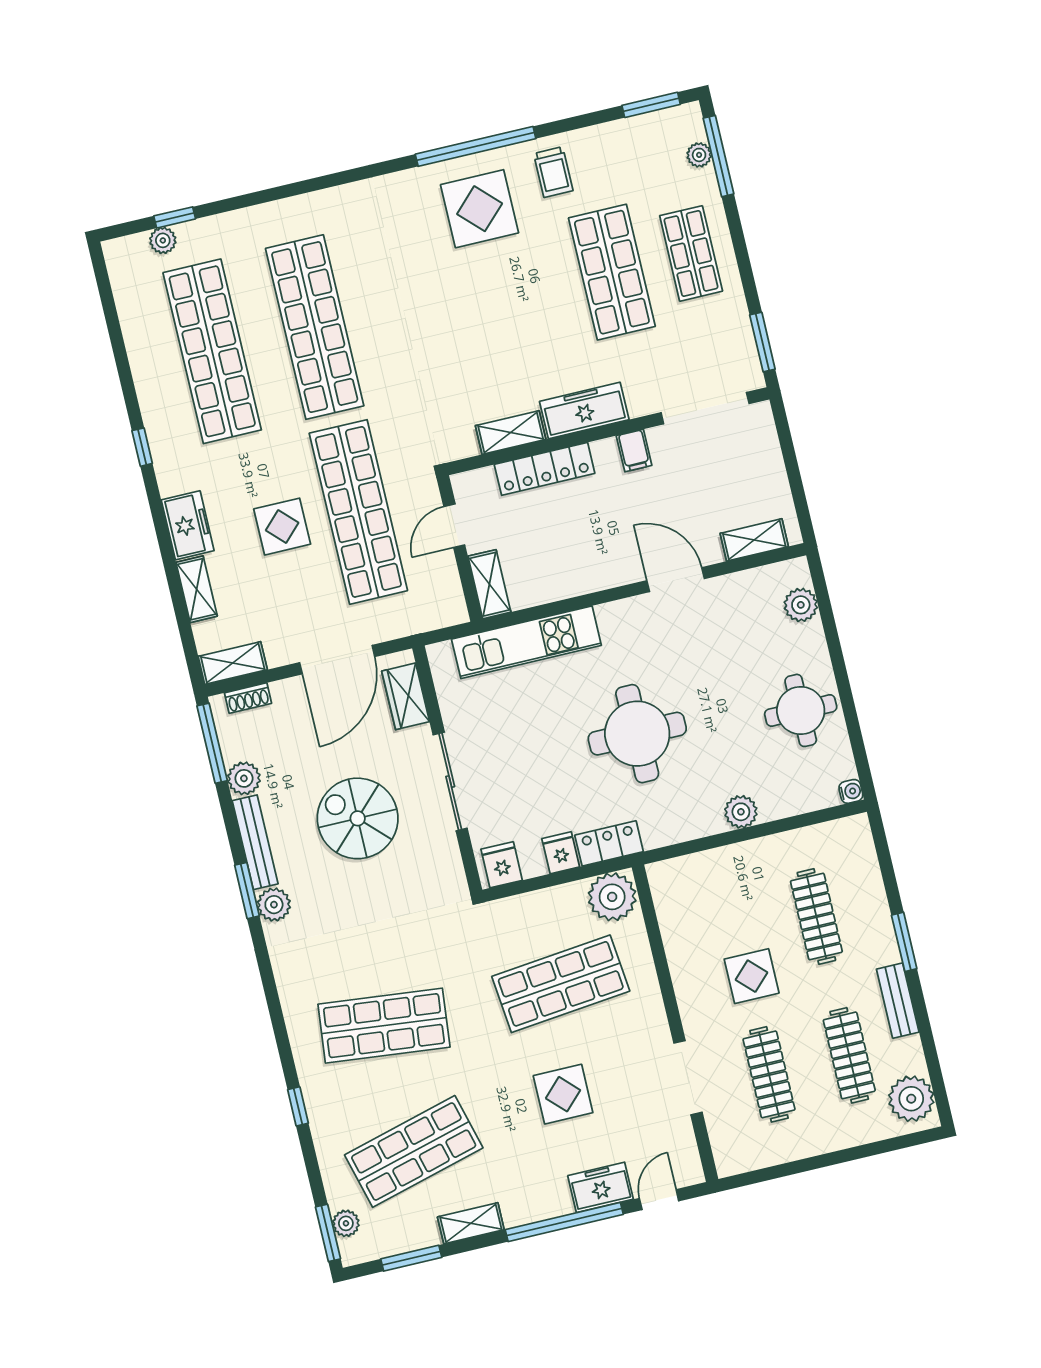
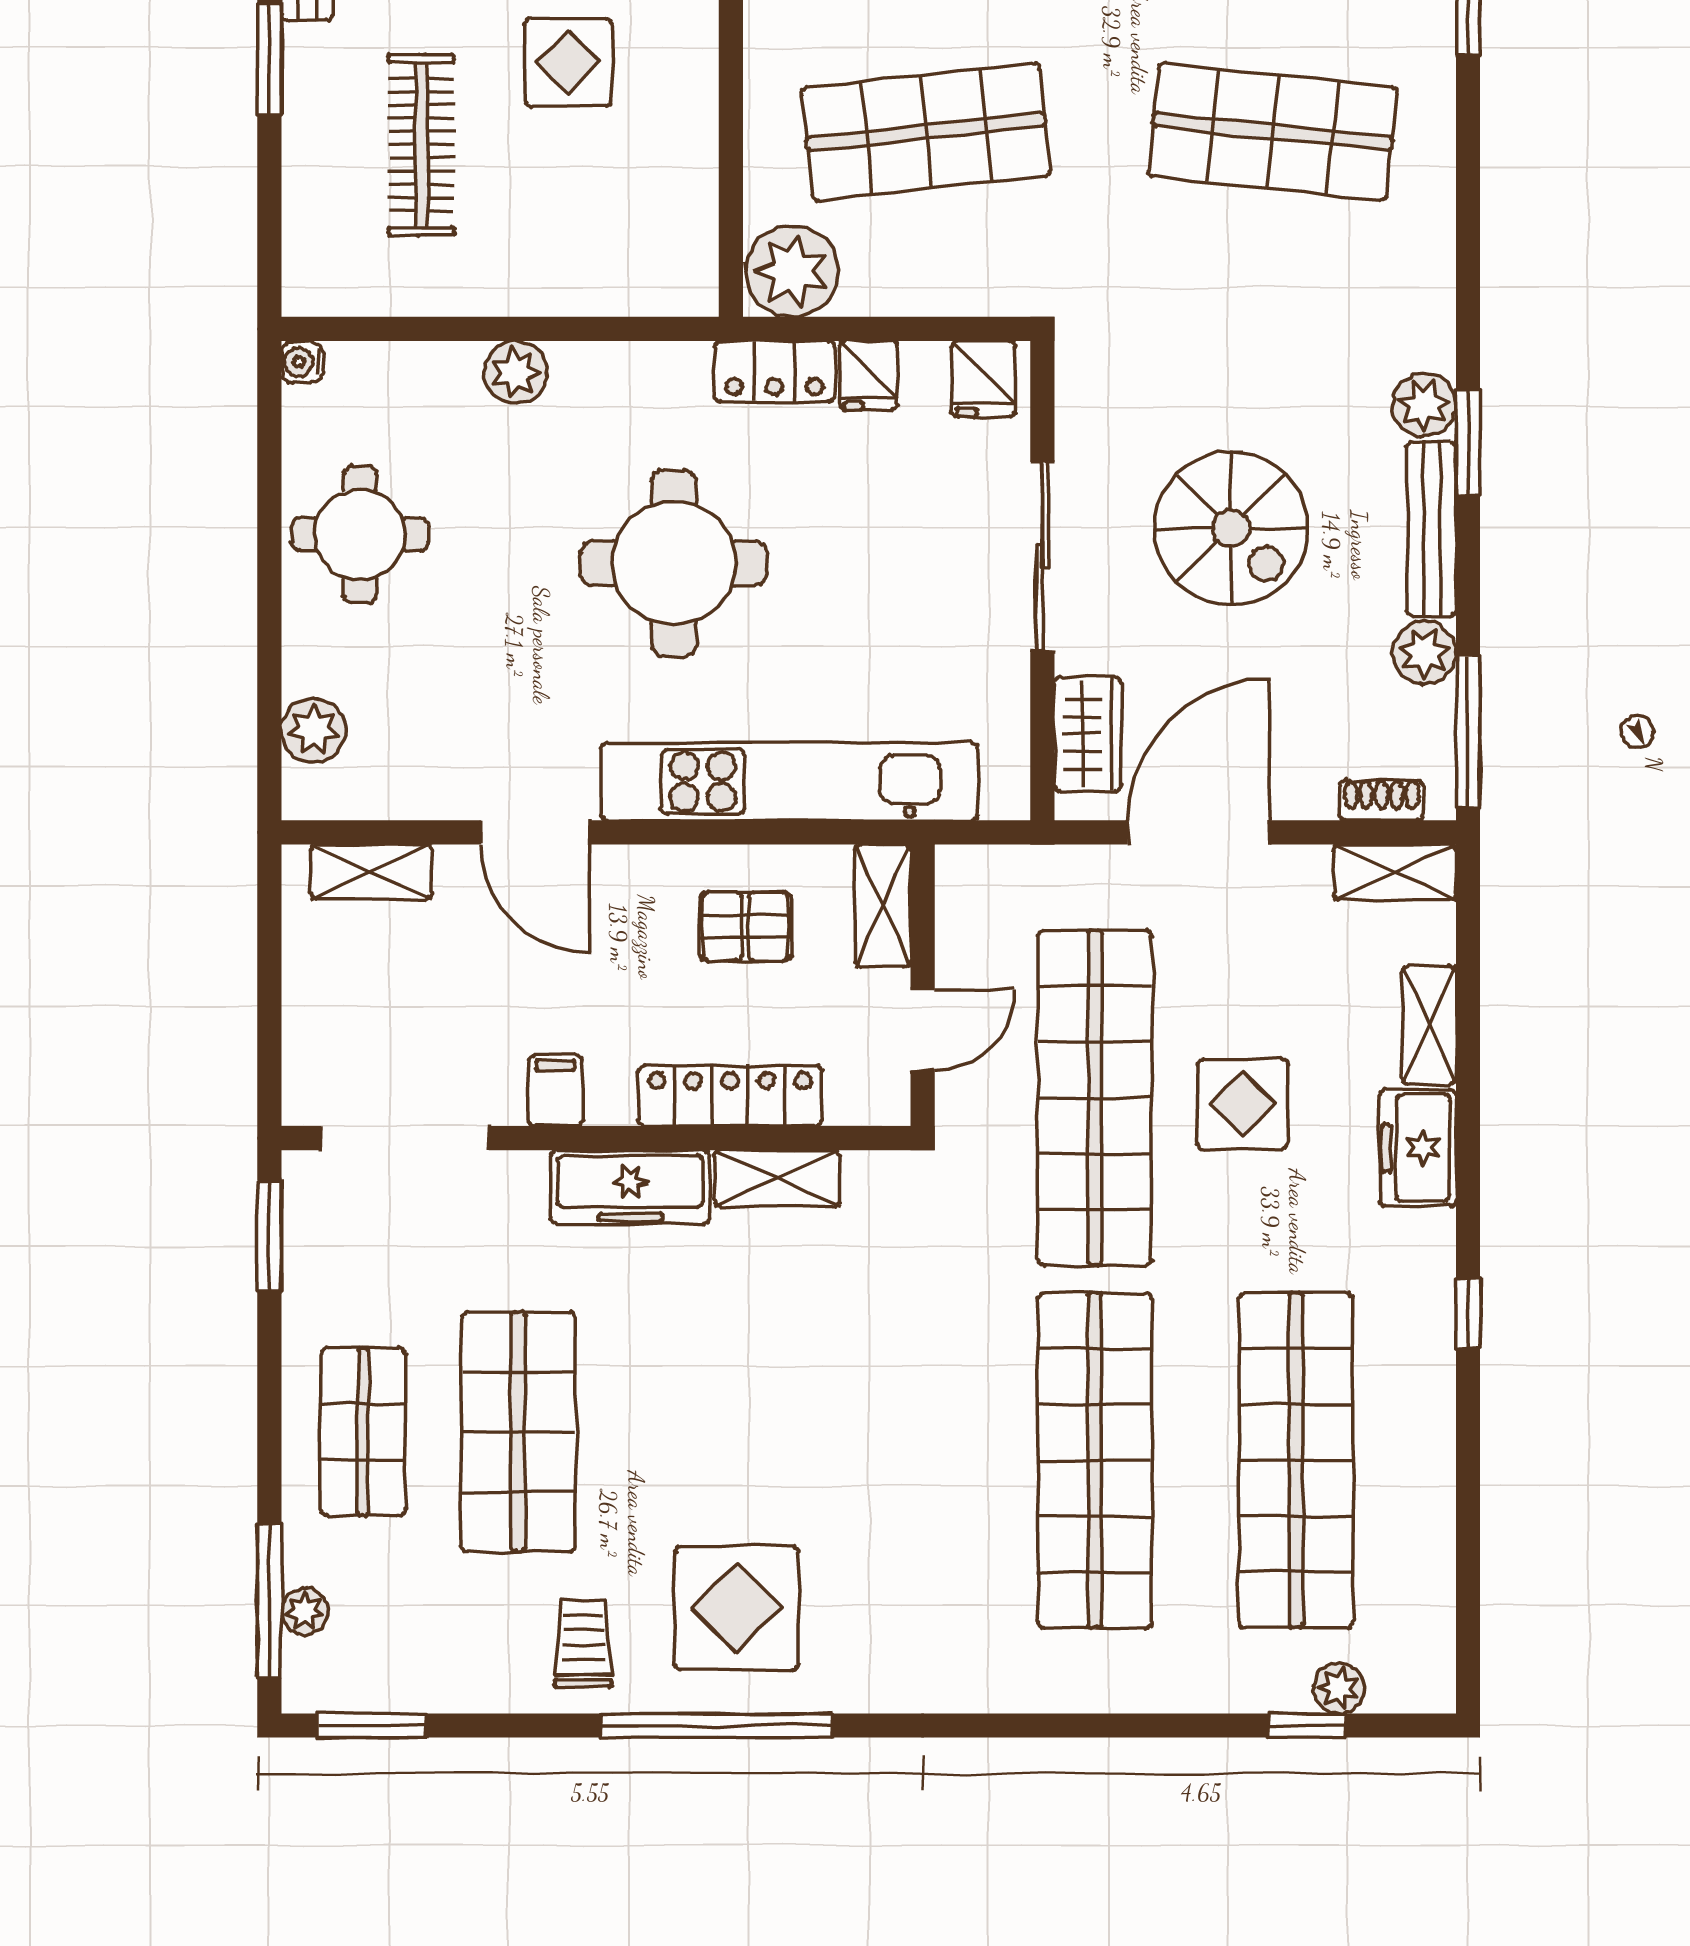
pallet: (557, 557) -> (745, 926), added
kitchen unit: (526, 642) -> (790, 782), width x1.36

